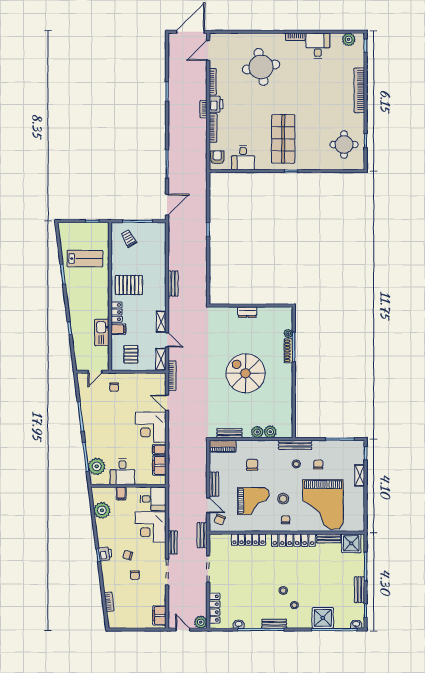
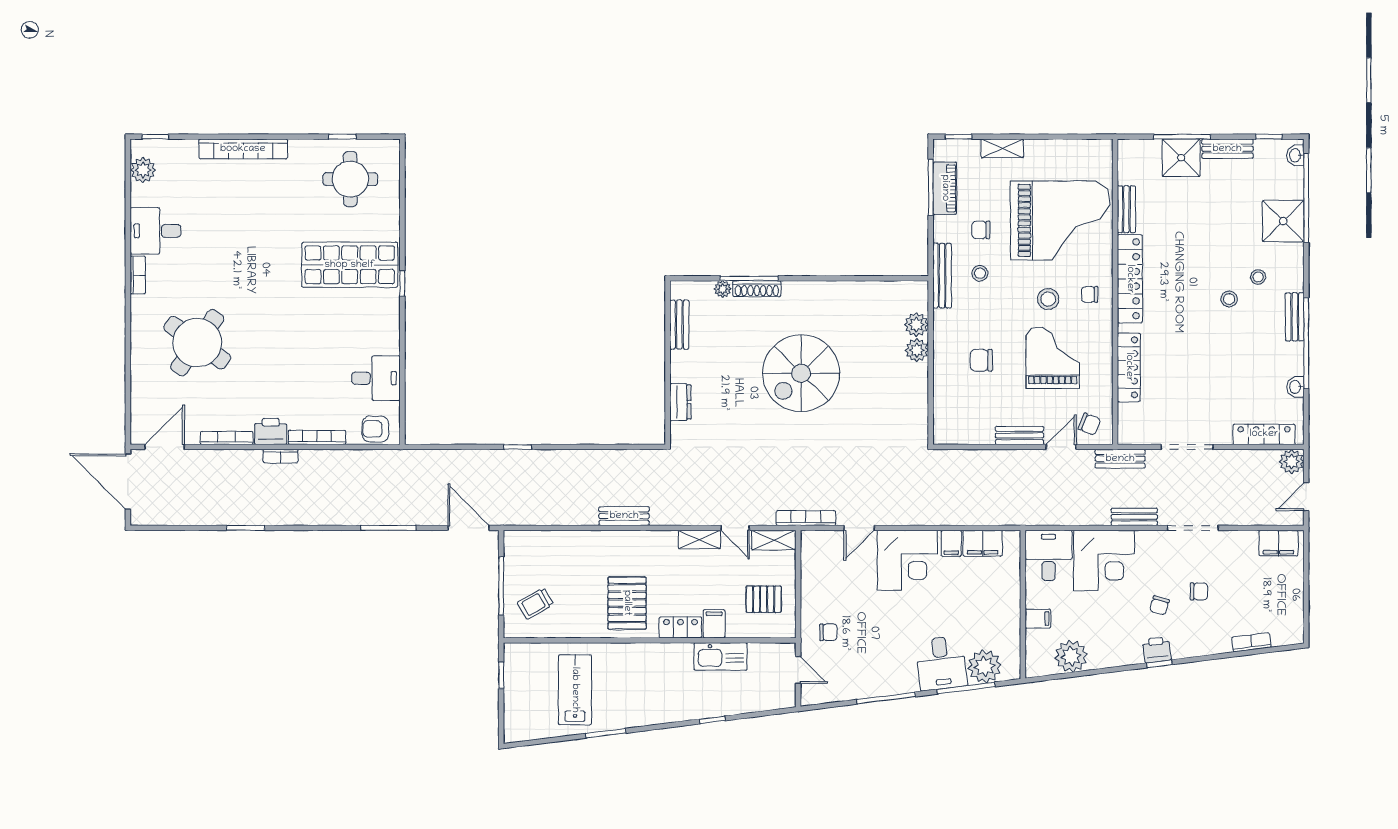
door: (208, 50) -> (165, 447), swing flipped
round table: (261, 67) -> (197, 343), turned 45
shop shelf: (283, 139) -> (350, 265), moved
dresser: (247, 312) -> (680, 402), moved
door: (167, 340) -> (735, 528), swing flipped
bench: (229, 433) -> (679, 325), moved
piano: (223, 446) -> (945, 188), moved
desk: (122, 472) -> (941, 663), moved, turned 83
shower: (351, 543) -> (1181, 158), moved

